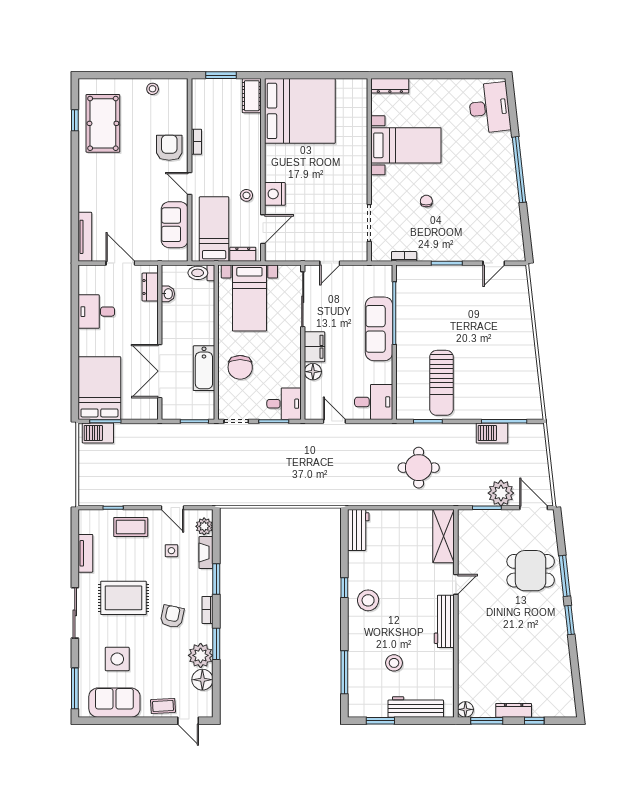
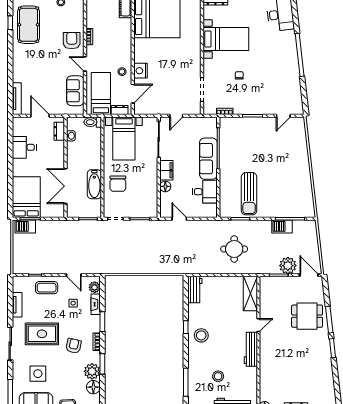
desk: (374, 402) -> (205, 192), moved
desk: (284, 404) -> (146, 207), removed

